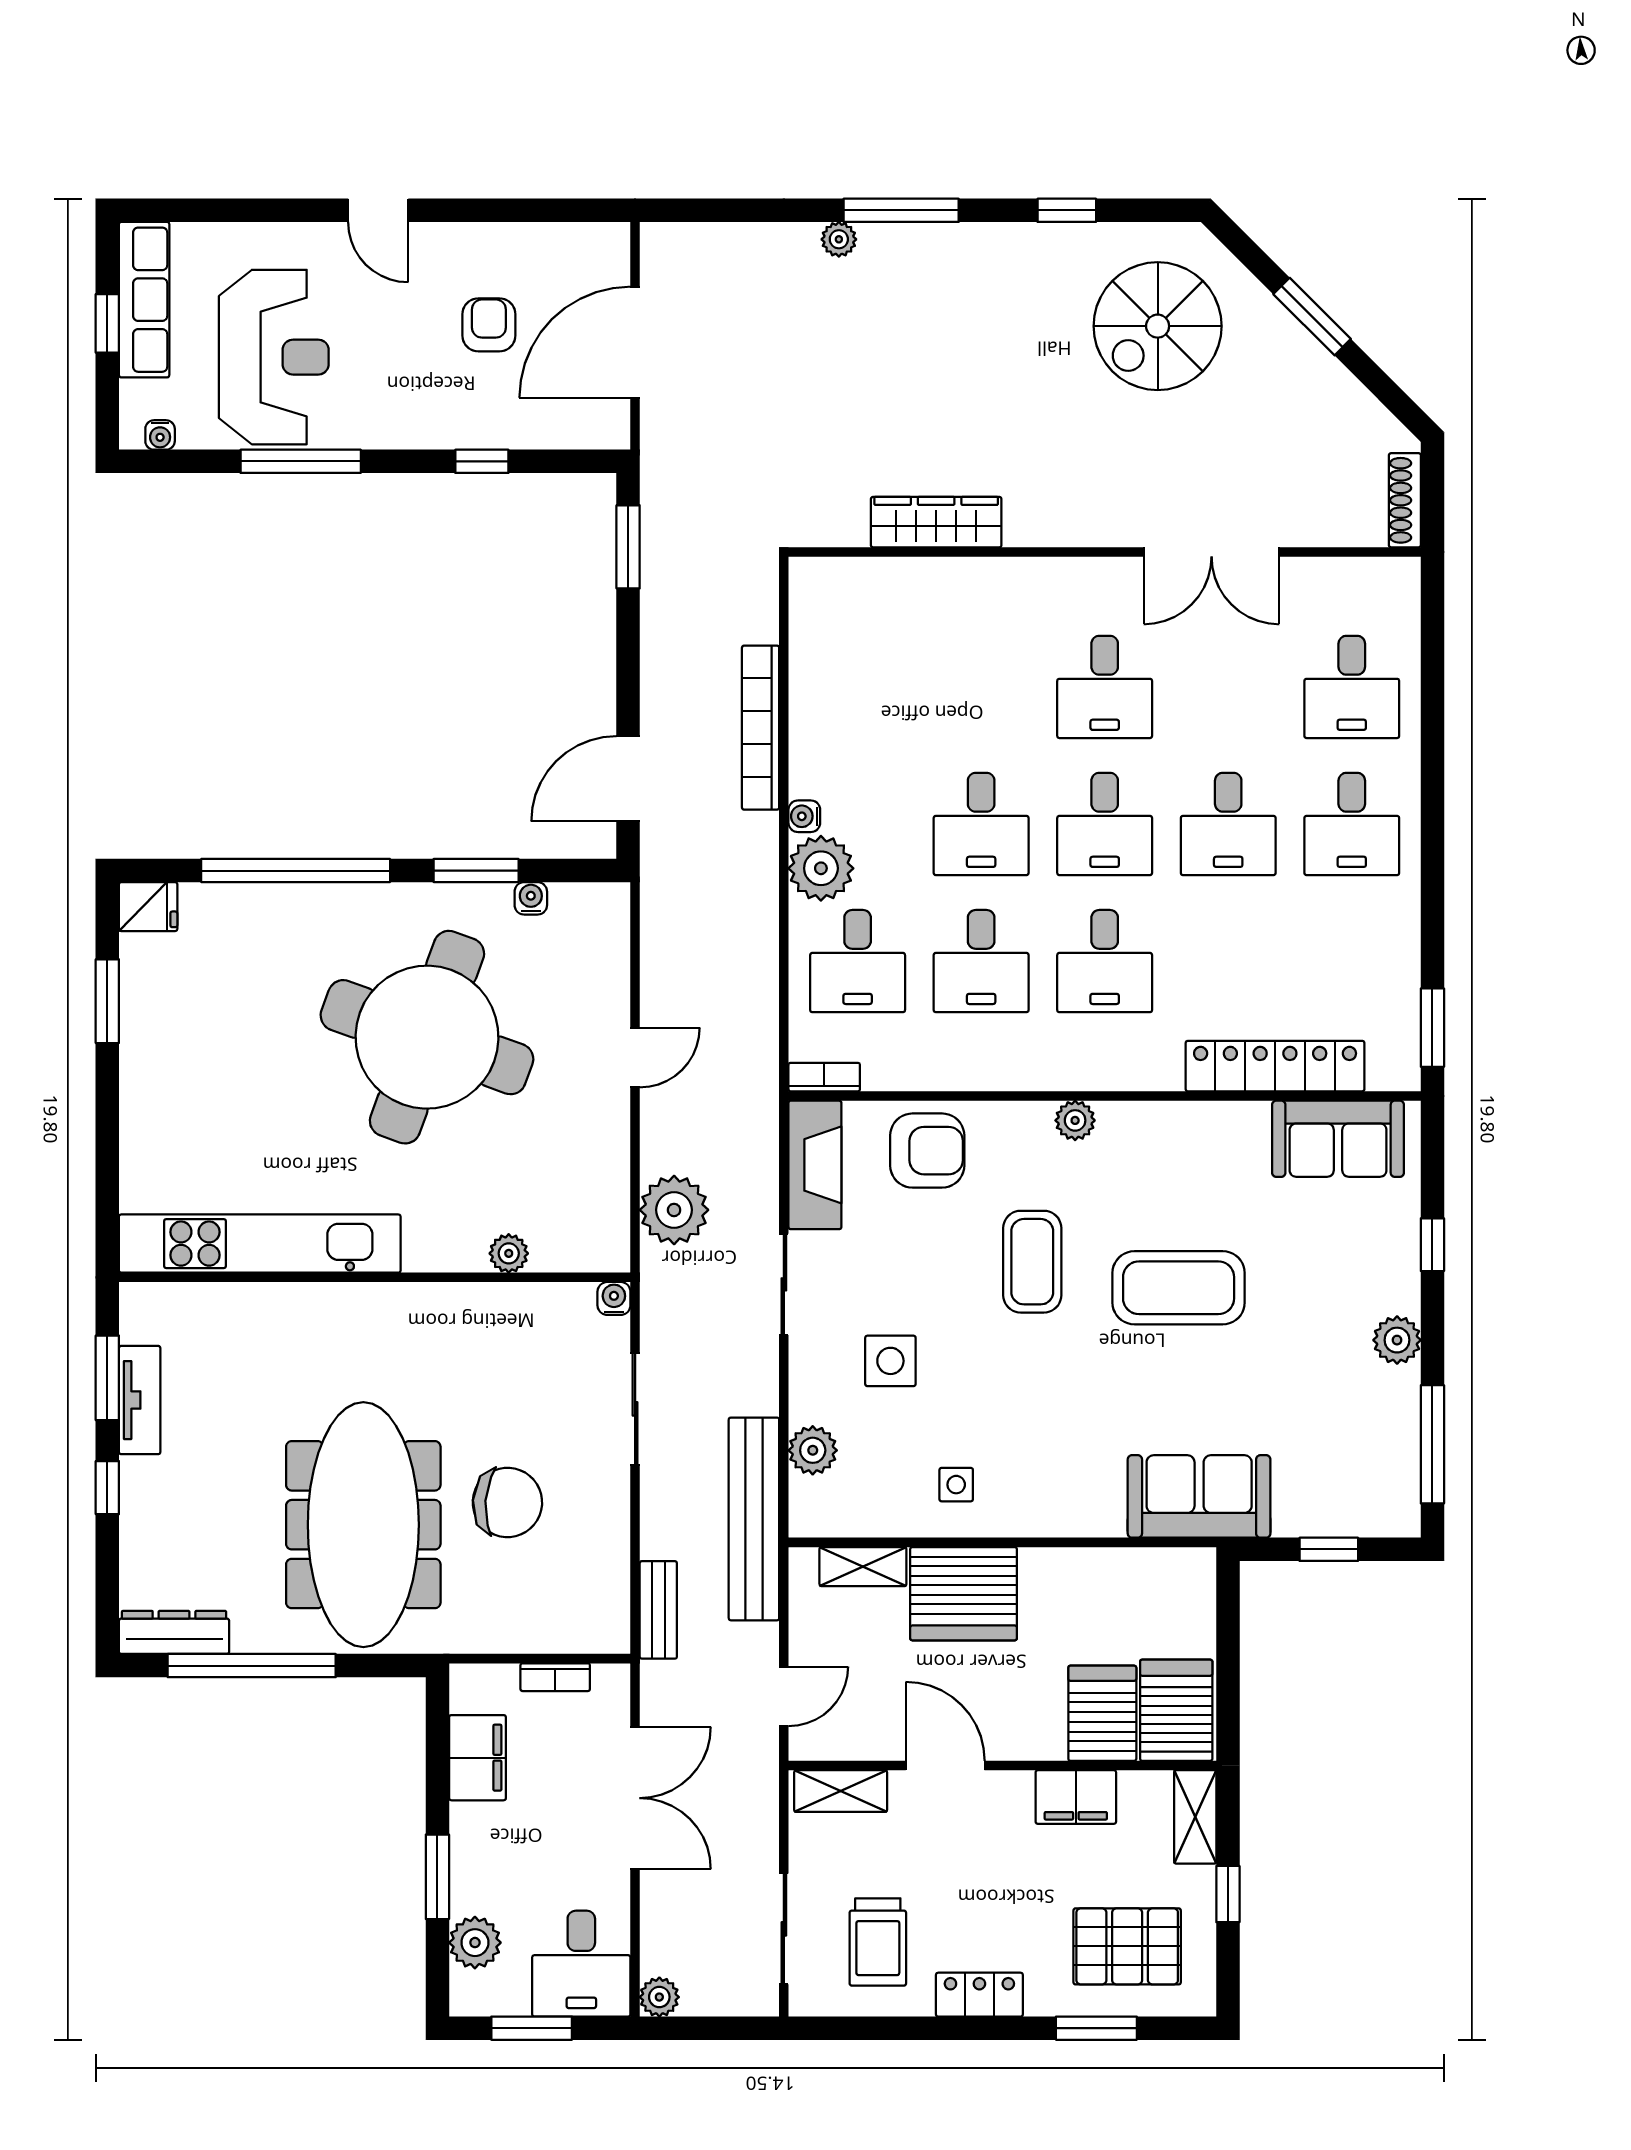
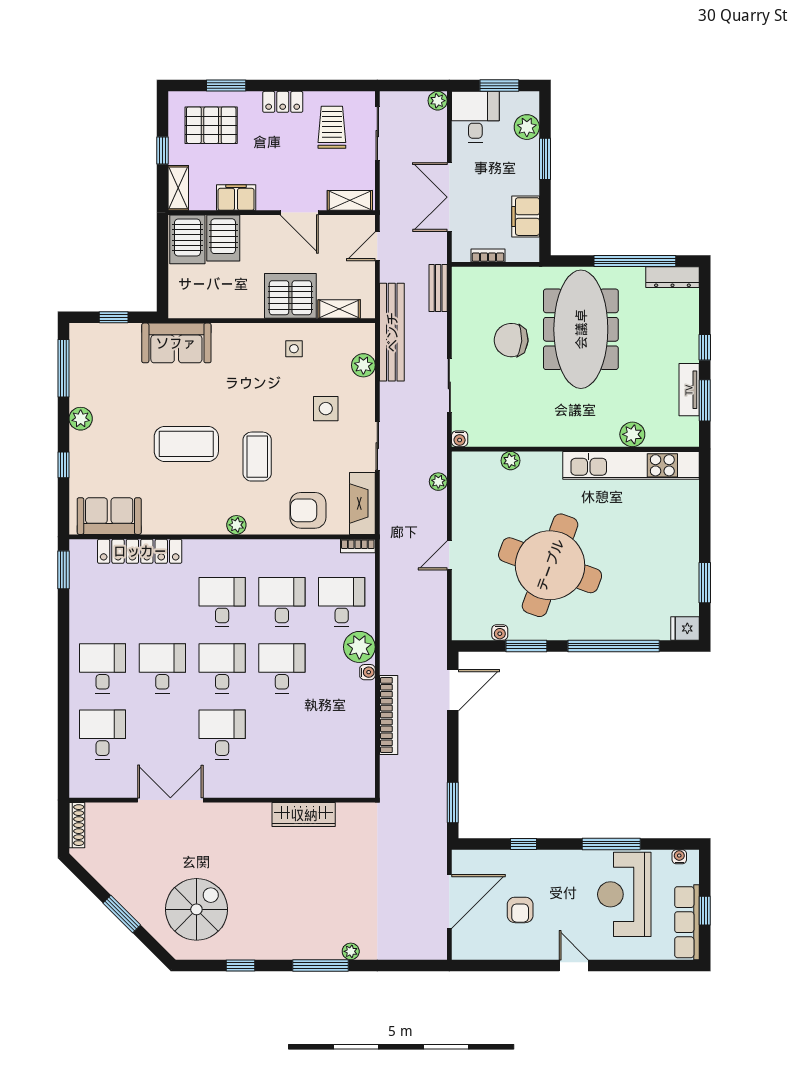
plant: (674, 1210) -> (438, 482), width x0.53, depth x0.53
plant: (257, 1308) -> (632, 434), added

